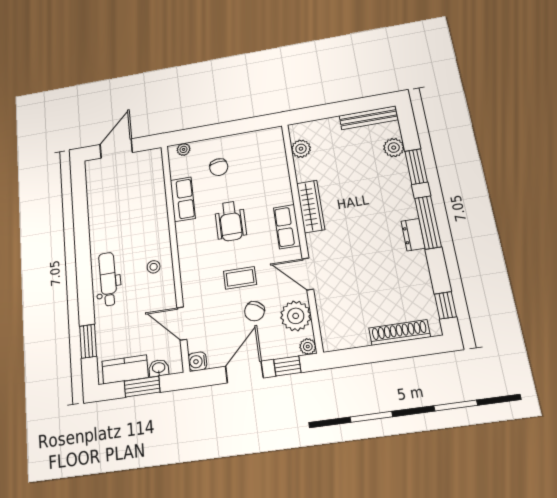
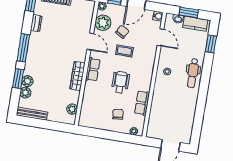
plant: (398, 168) -> (27, 81), added
dresser: (413, 235) -> (36, 23), moved

